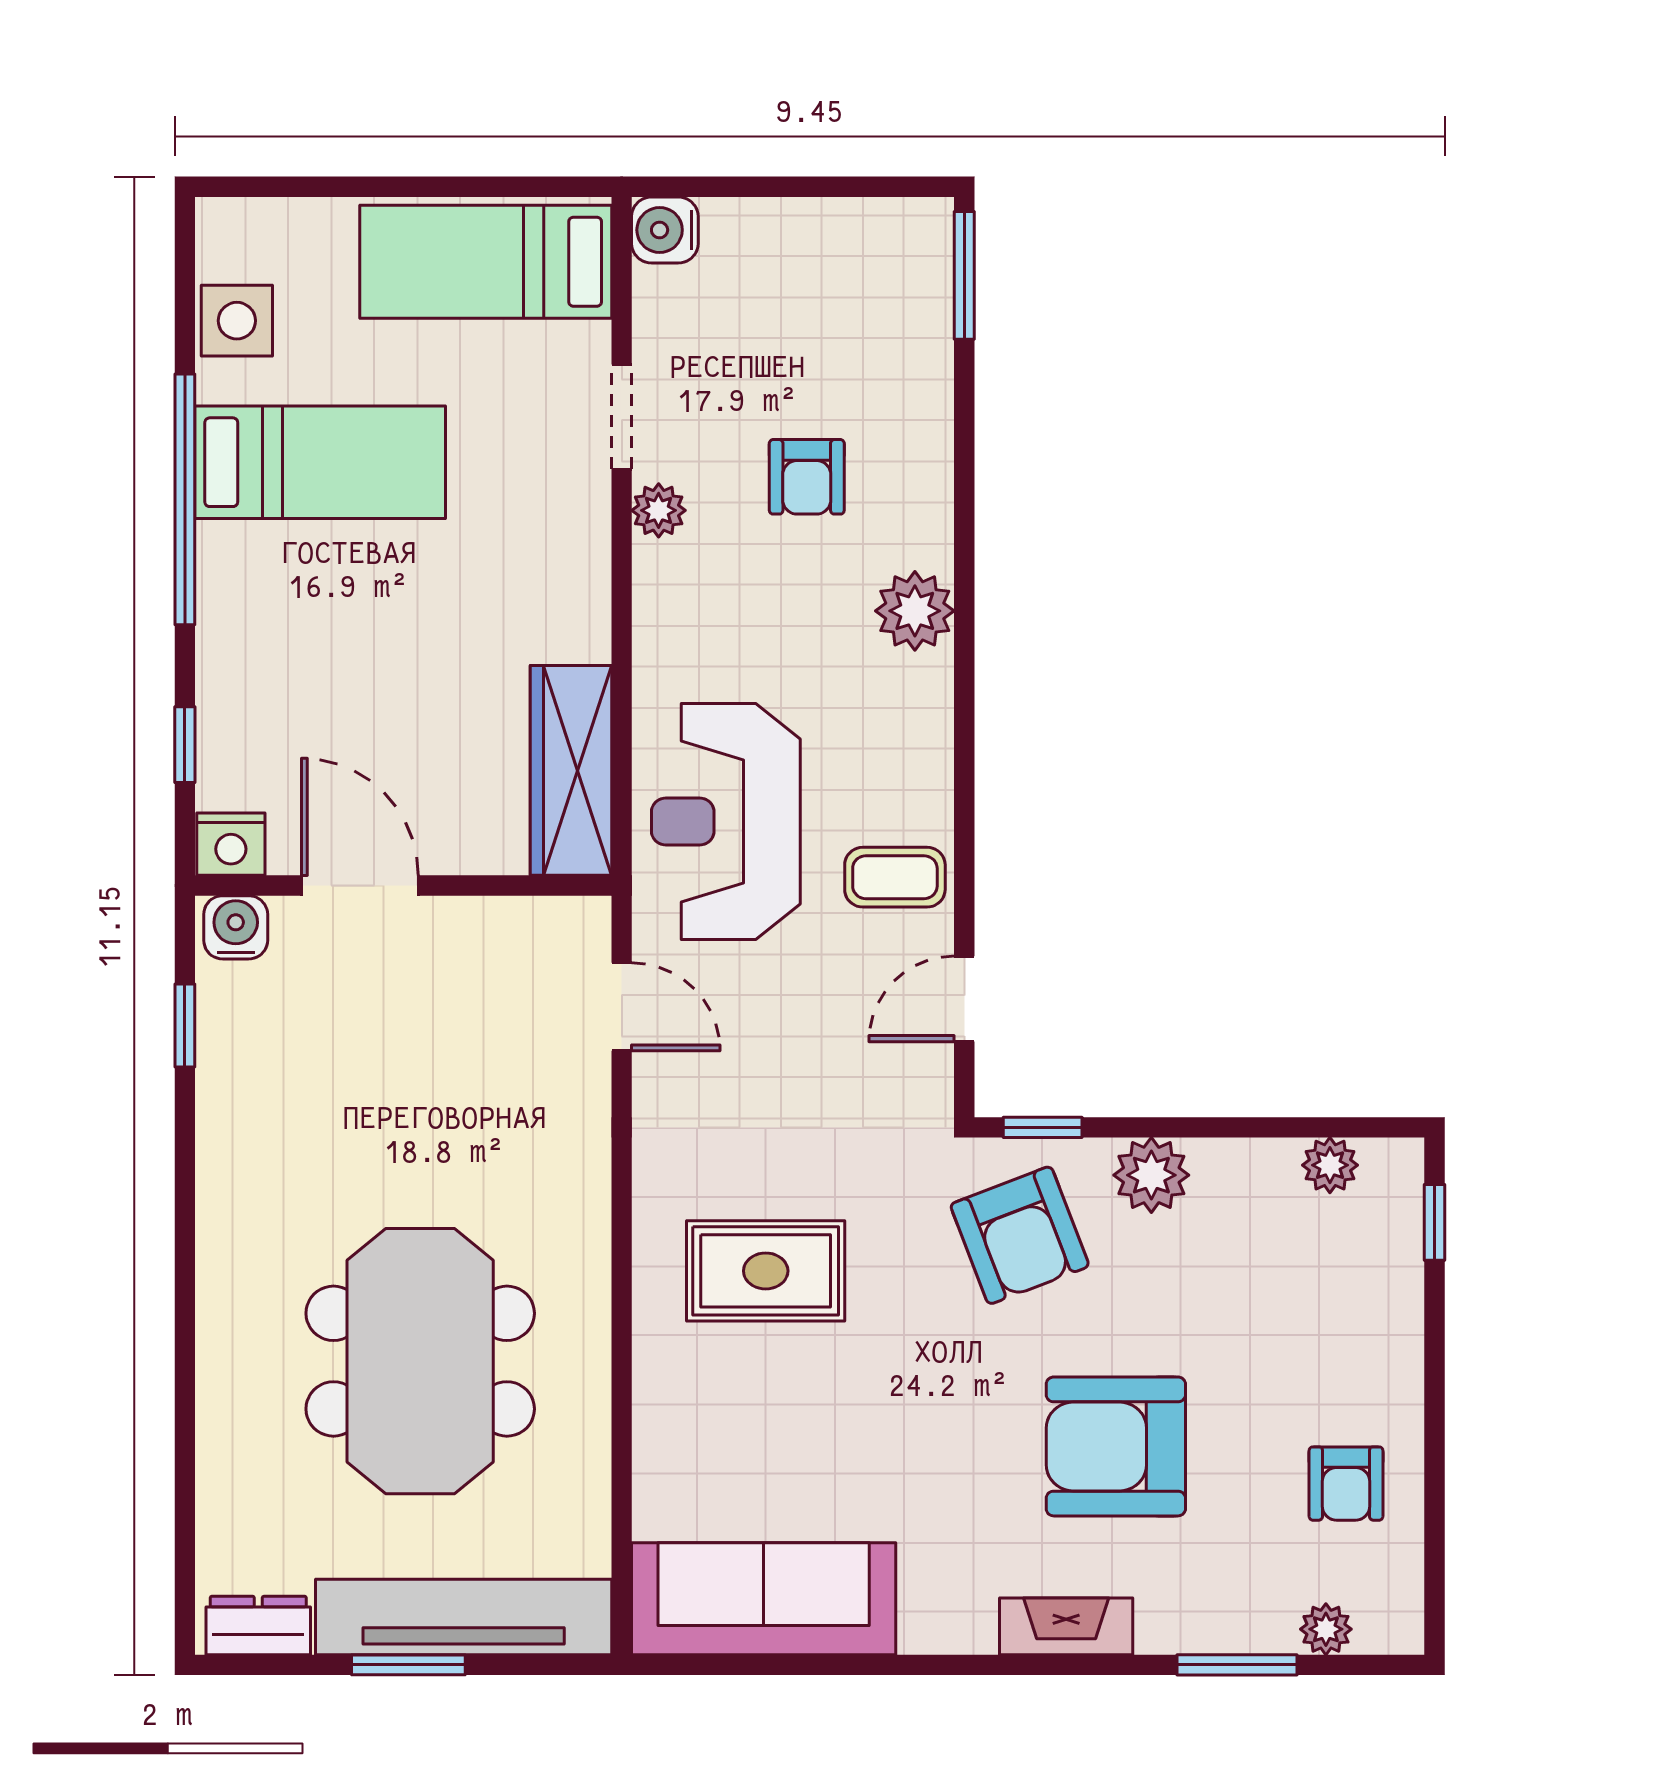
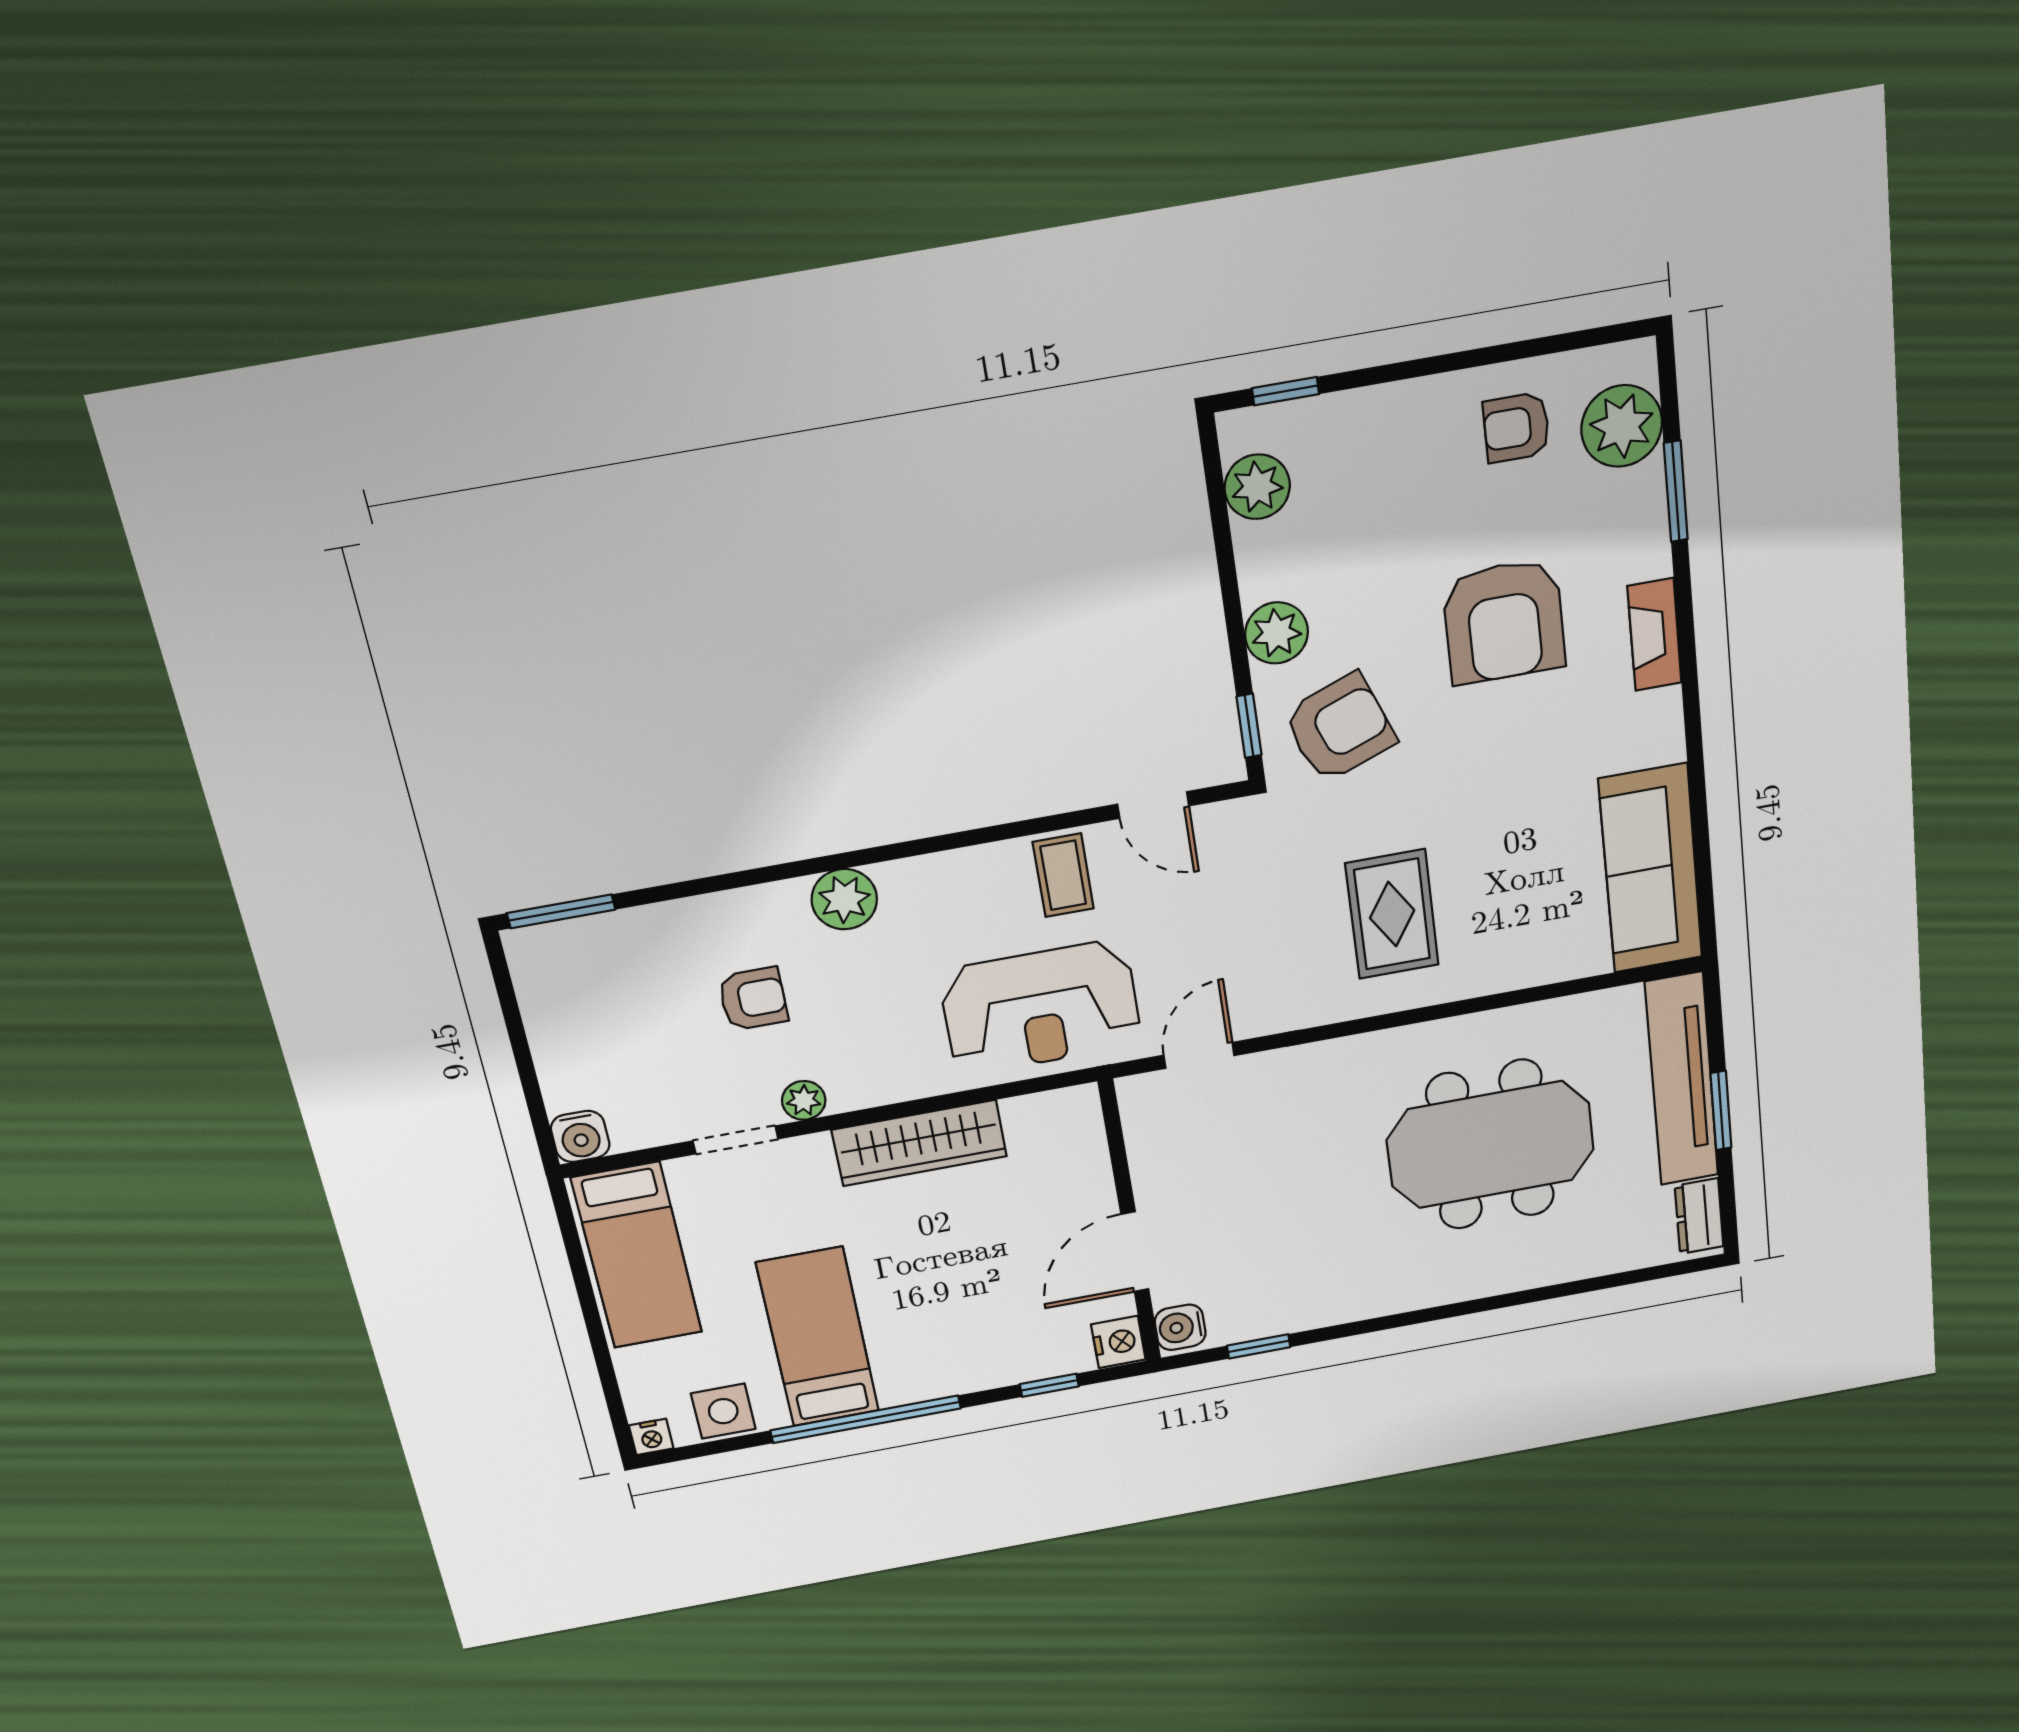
nightstand: (218, 222) -> (651, 1437), added
wardrobe: (571, 770) -> (919, 1143), moved
plant: (1330, 1165) -> (1257, 487), width x1.38, depth x1.38
armchair: (1346, 1484) -> (1516, 427), turned 180
plant: (1326, 1629) -> (1622, 426), width x1.88, depth x1.88

